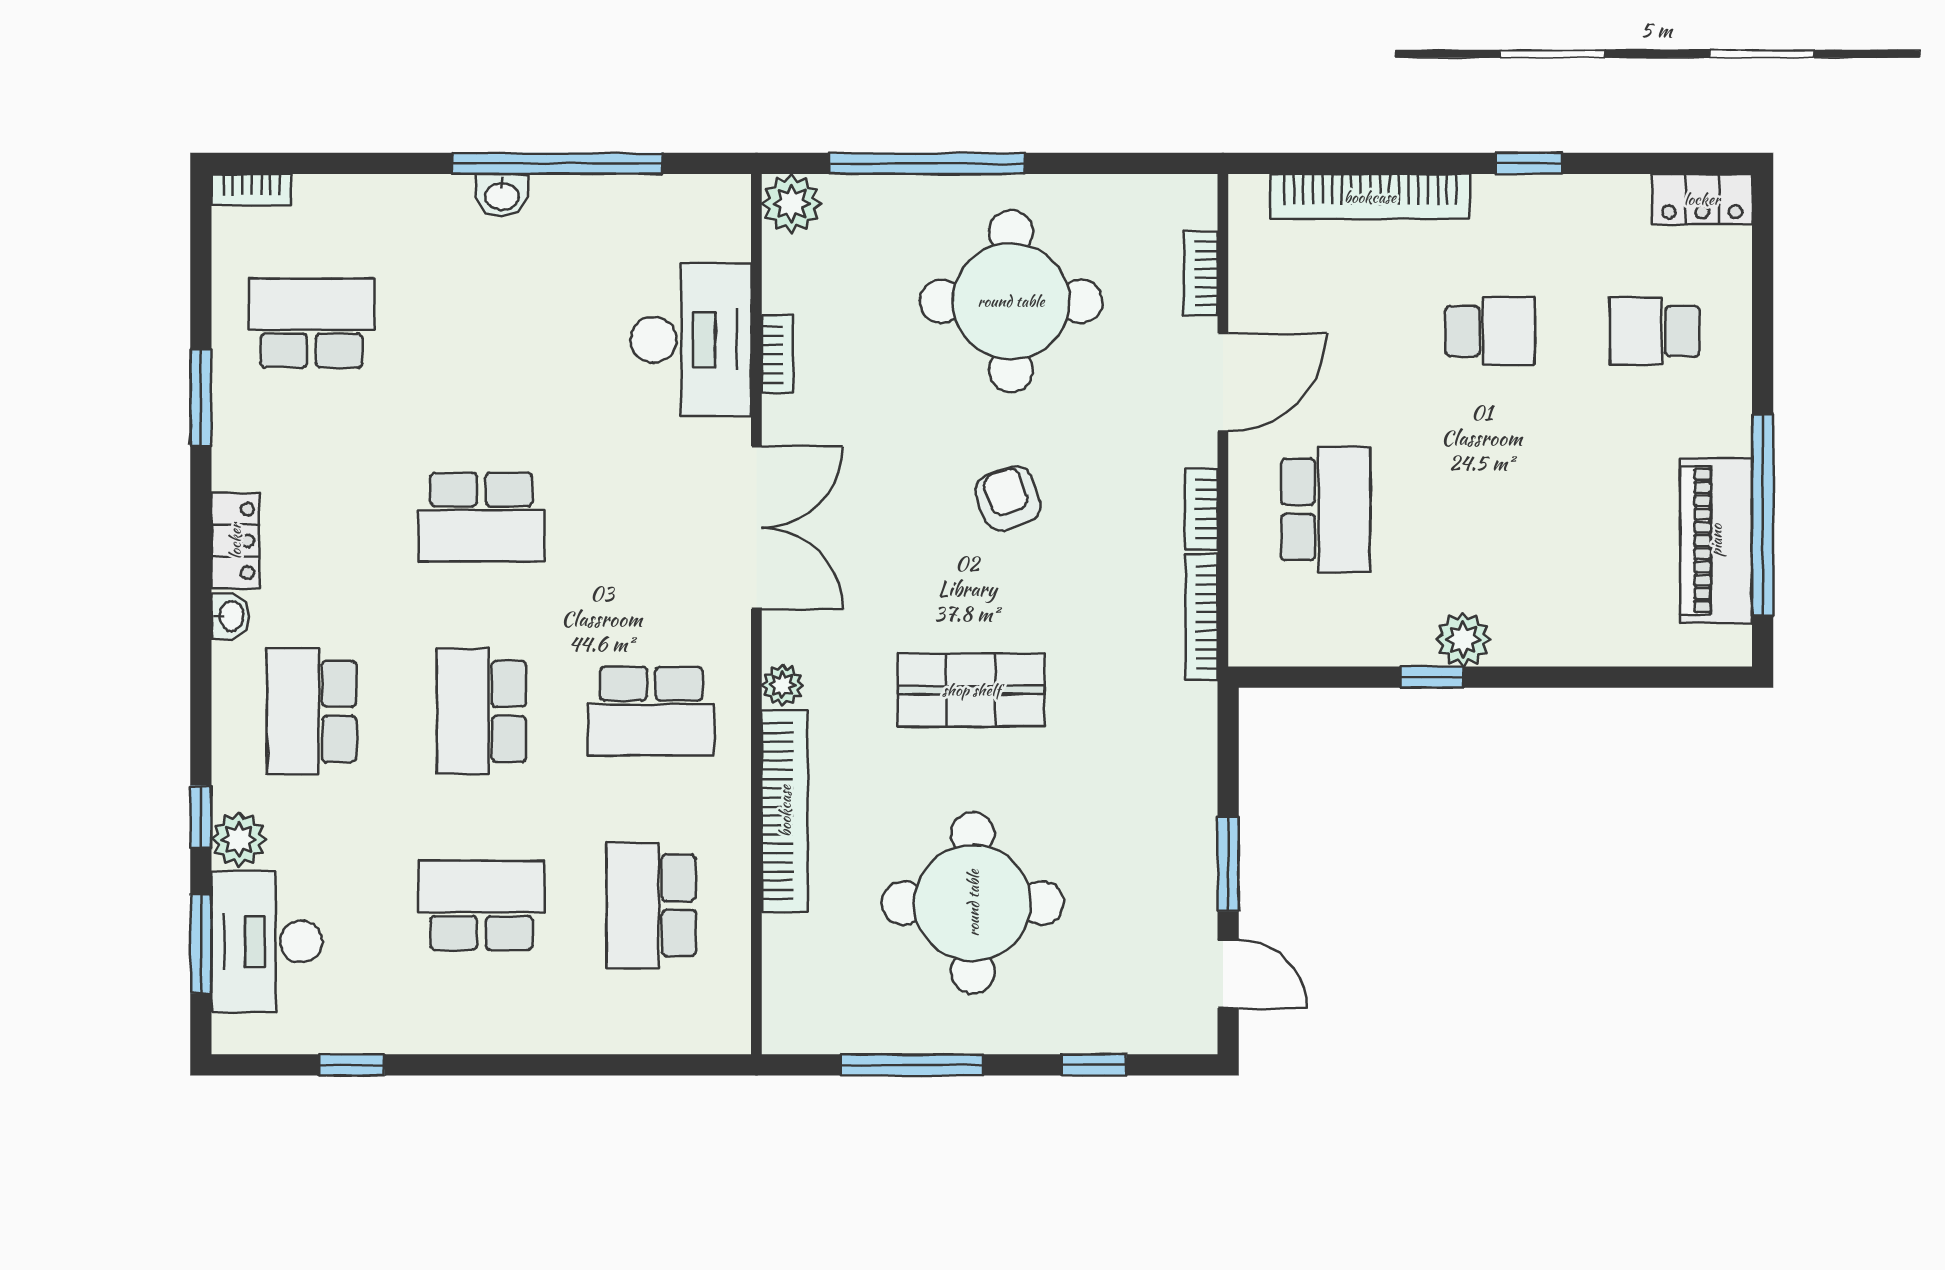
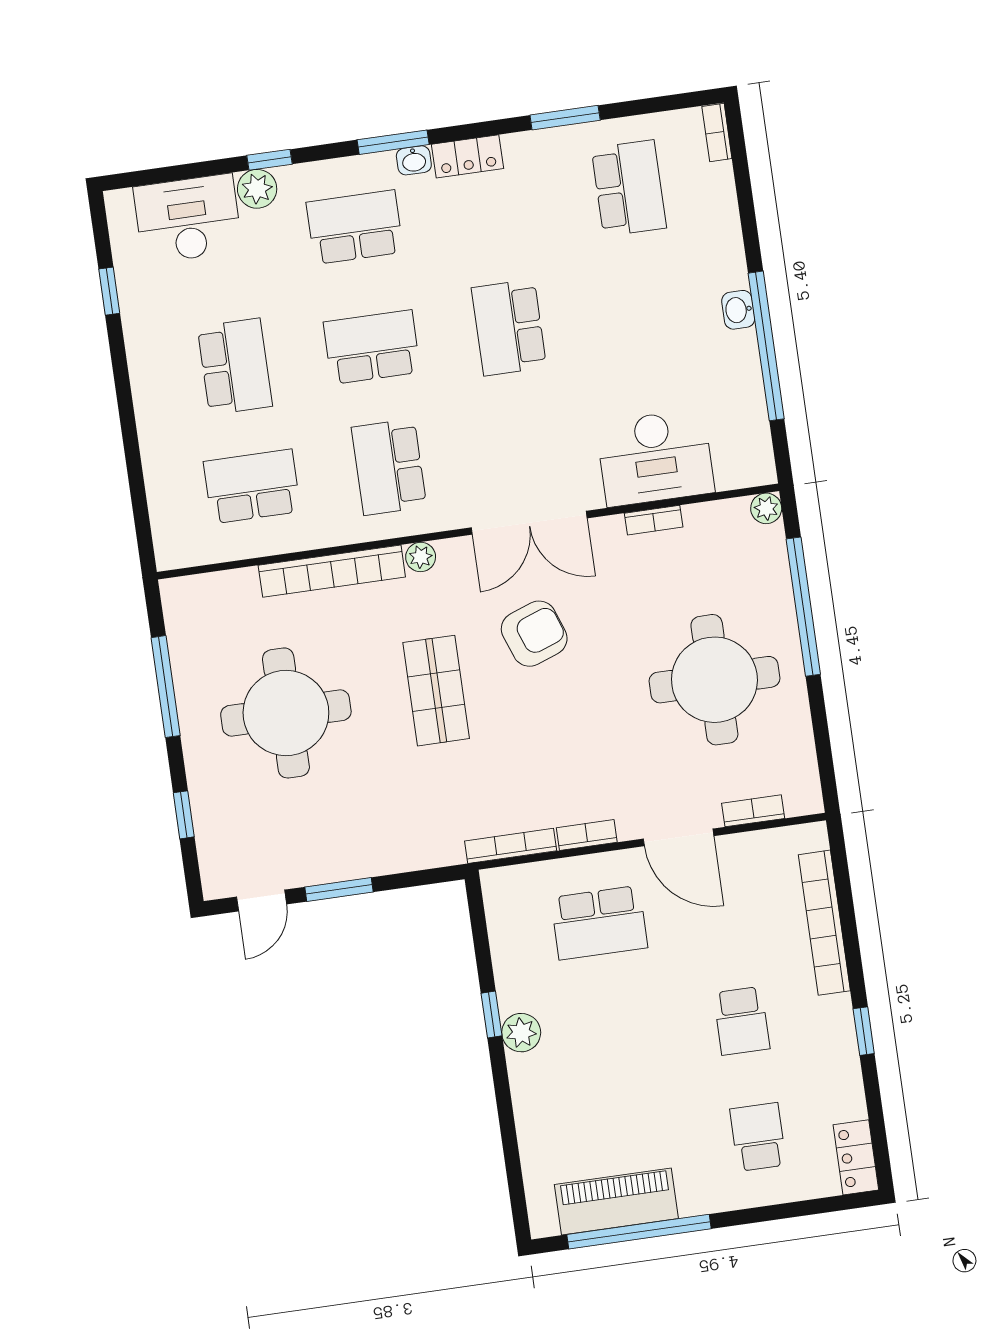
plant: (791, 204) -> (766, 508), width x0.73, depth x0.73
armchair: (1008, 498) -> (534, 634), moved, width x1.38, depth x1.38
window: (201, 944) -> (393, 142), moved

